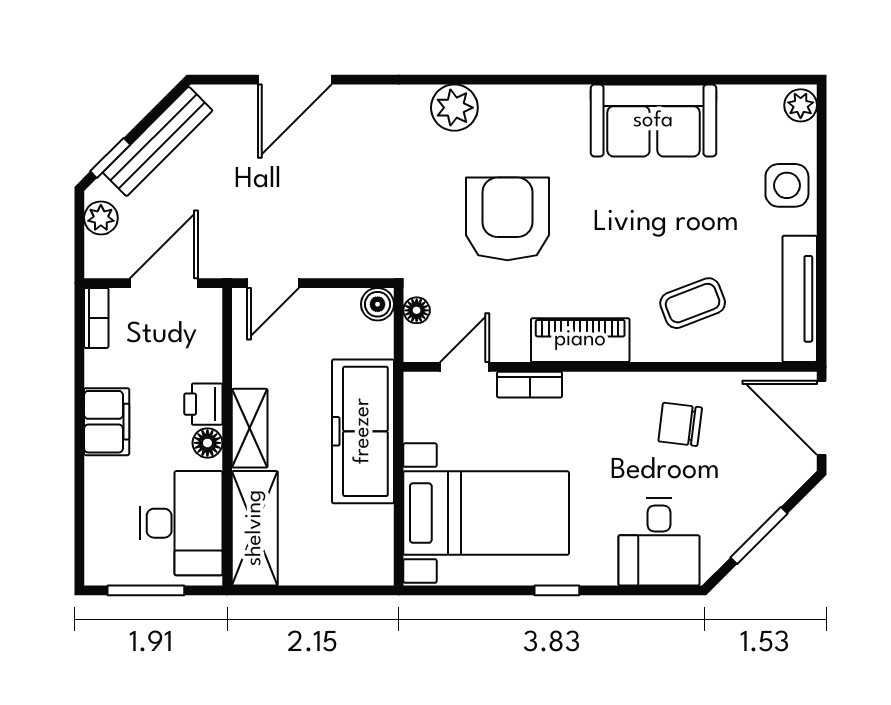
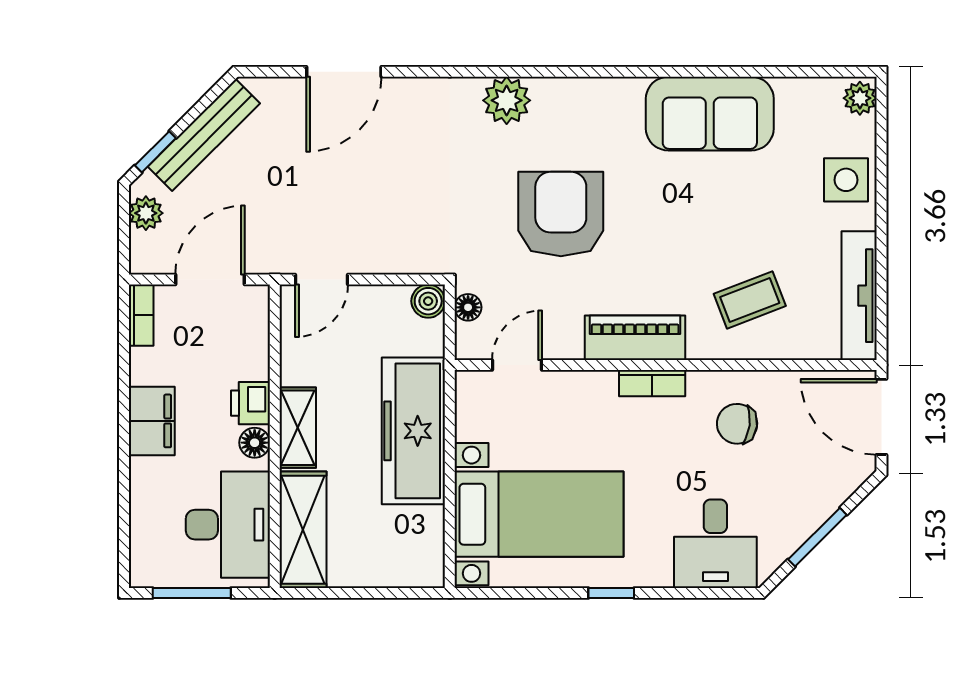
bookcase: (530, 385) -> (652, 383), moved

